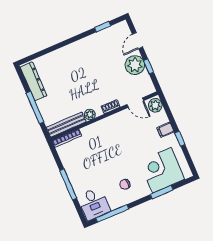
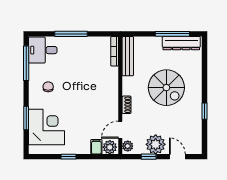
window: (103, 27) -> (204, 111), moved
spiral stairs: (79, 77) -> (166, 88), added
window: (35, 108) -> (172, 34), moved
plant: (90, 114) -> (128, 146), moved
filing cabinet: (165, 130) -> (96, 147), moved

